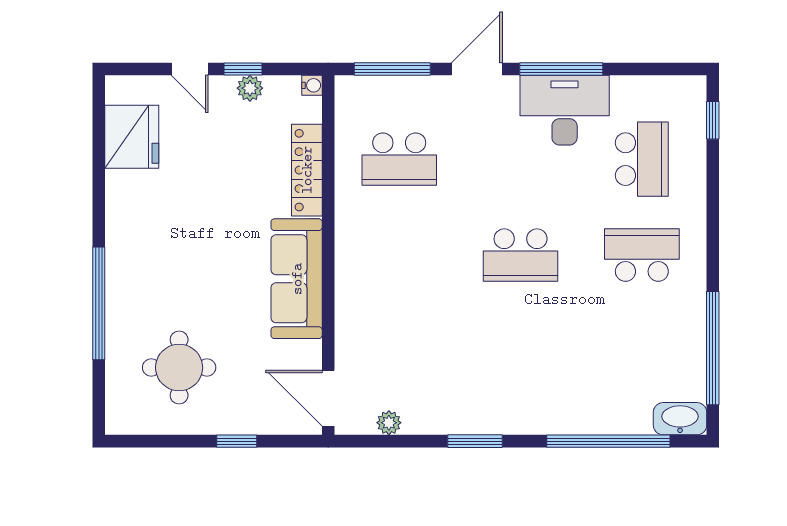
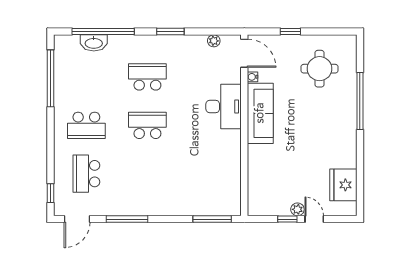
door: (477, 69) -> (77, 219), moved
water cooler: (312, 85) -> (253, 77), moved
plant: (250, 88) -> (297, 209), moved
desk: (565, 110) -> (224, 106), moved, turned -90
school desk: (399, 159) -> (147, 77), moved
locker: (307, 170) -> (255, 168), removed
washbasin: (680, 419) -> (94, 43), moved

